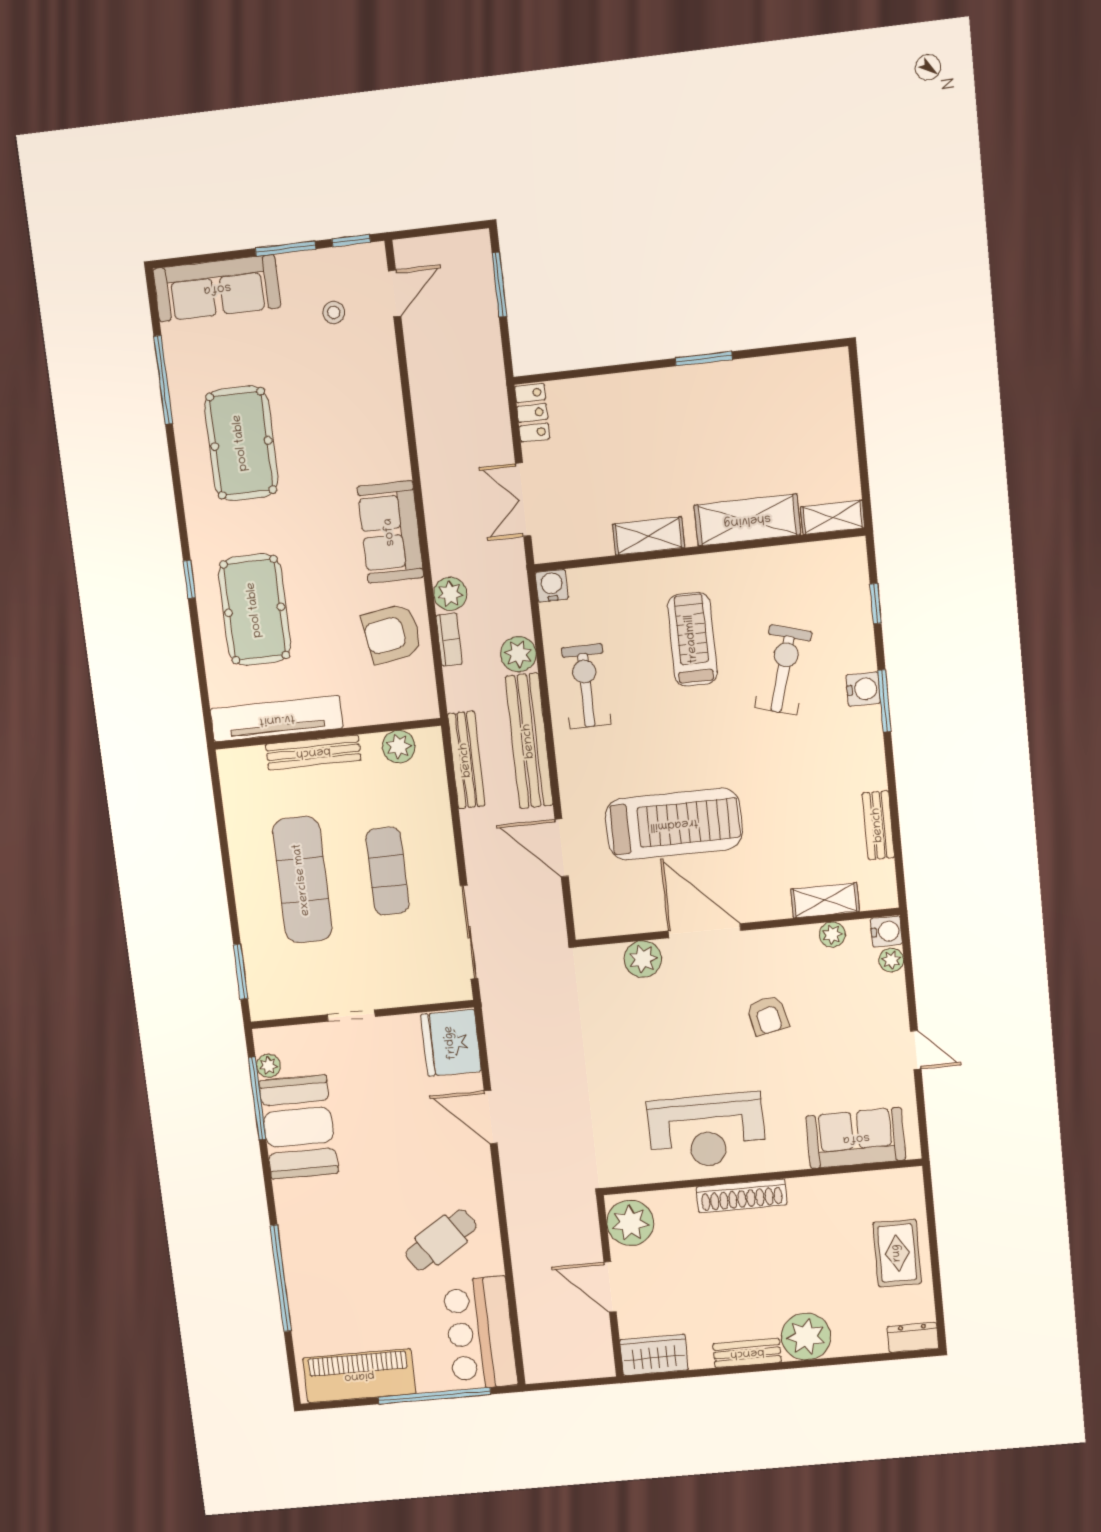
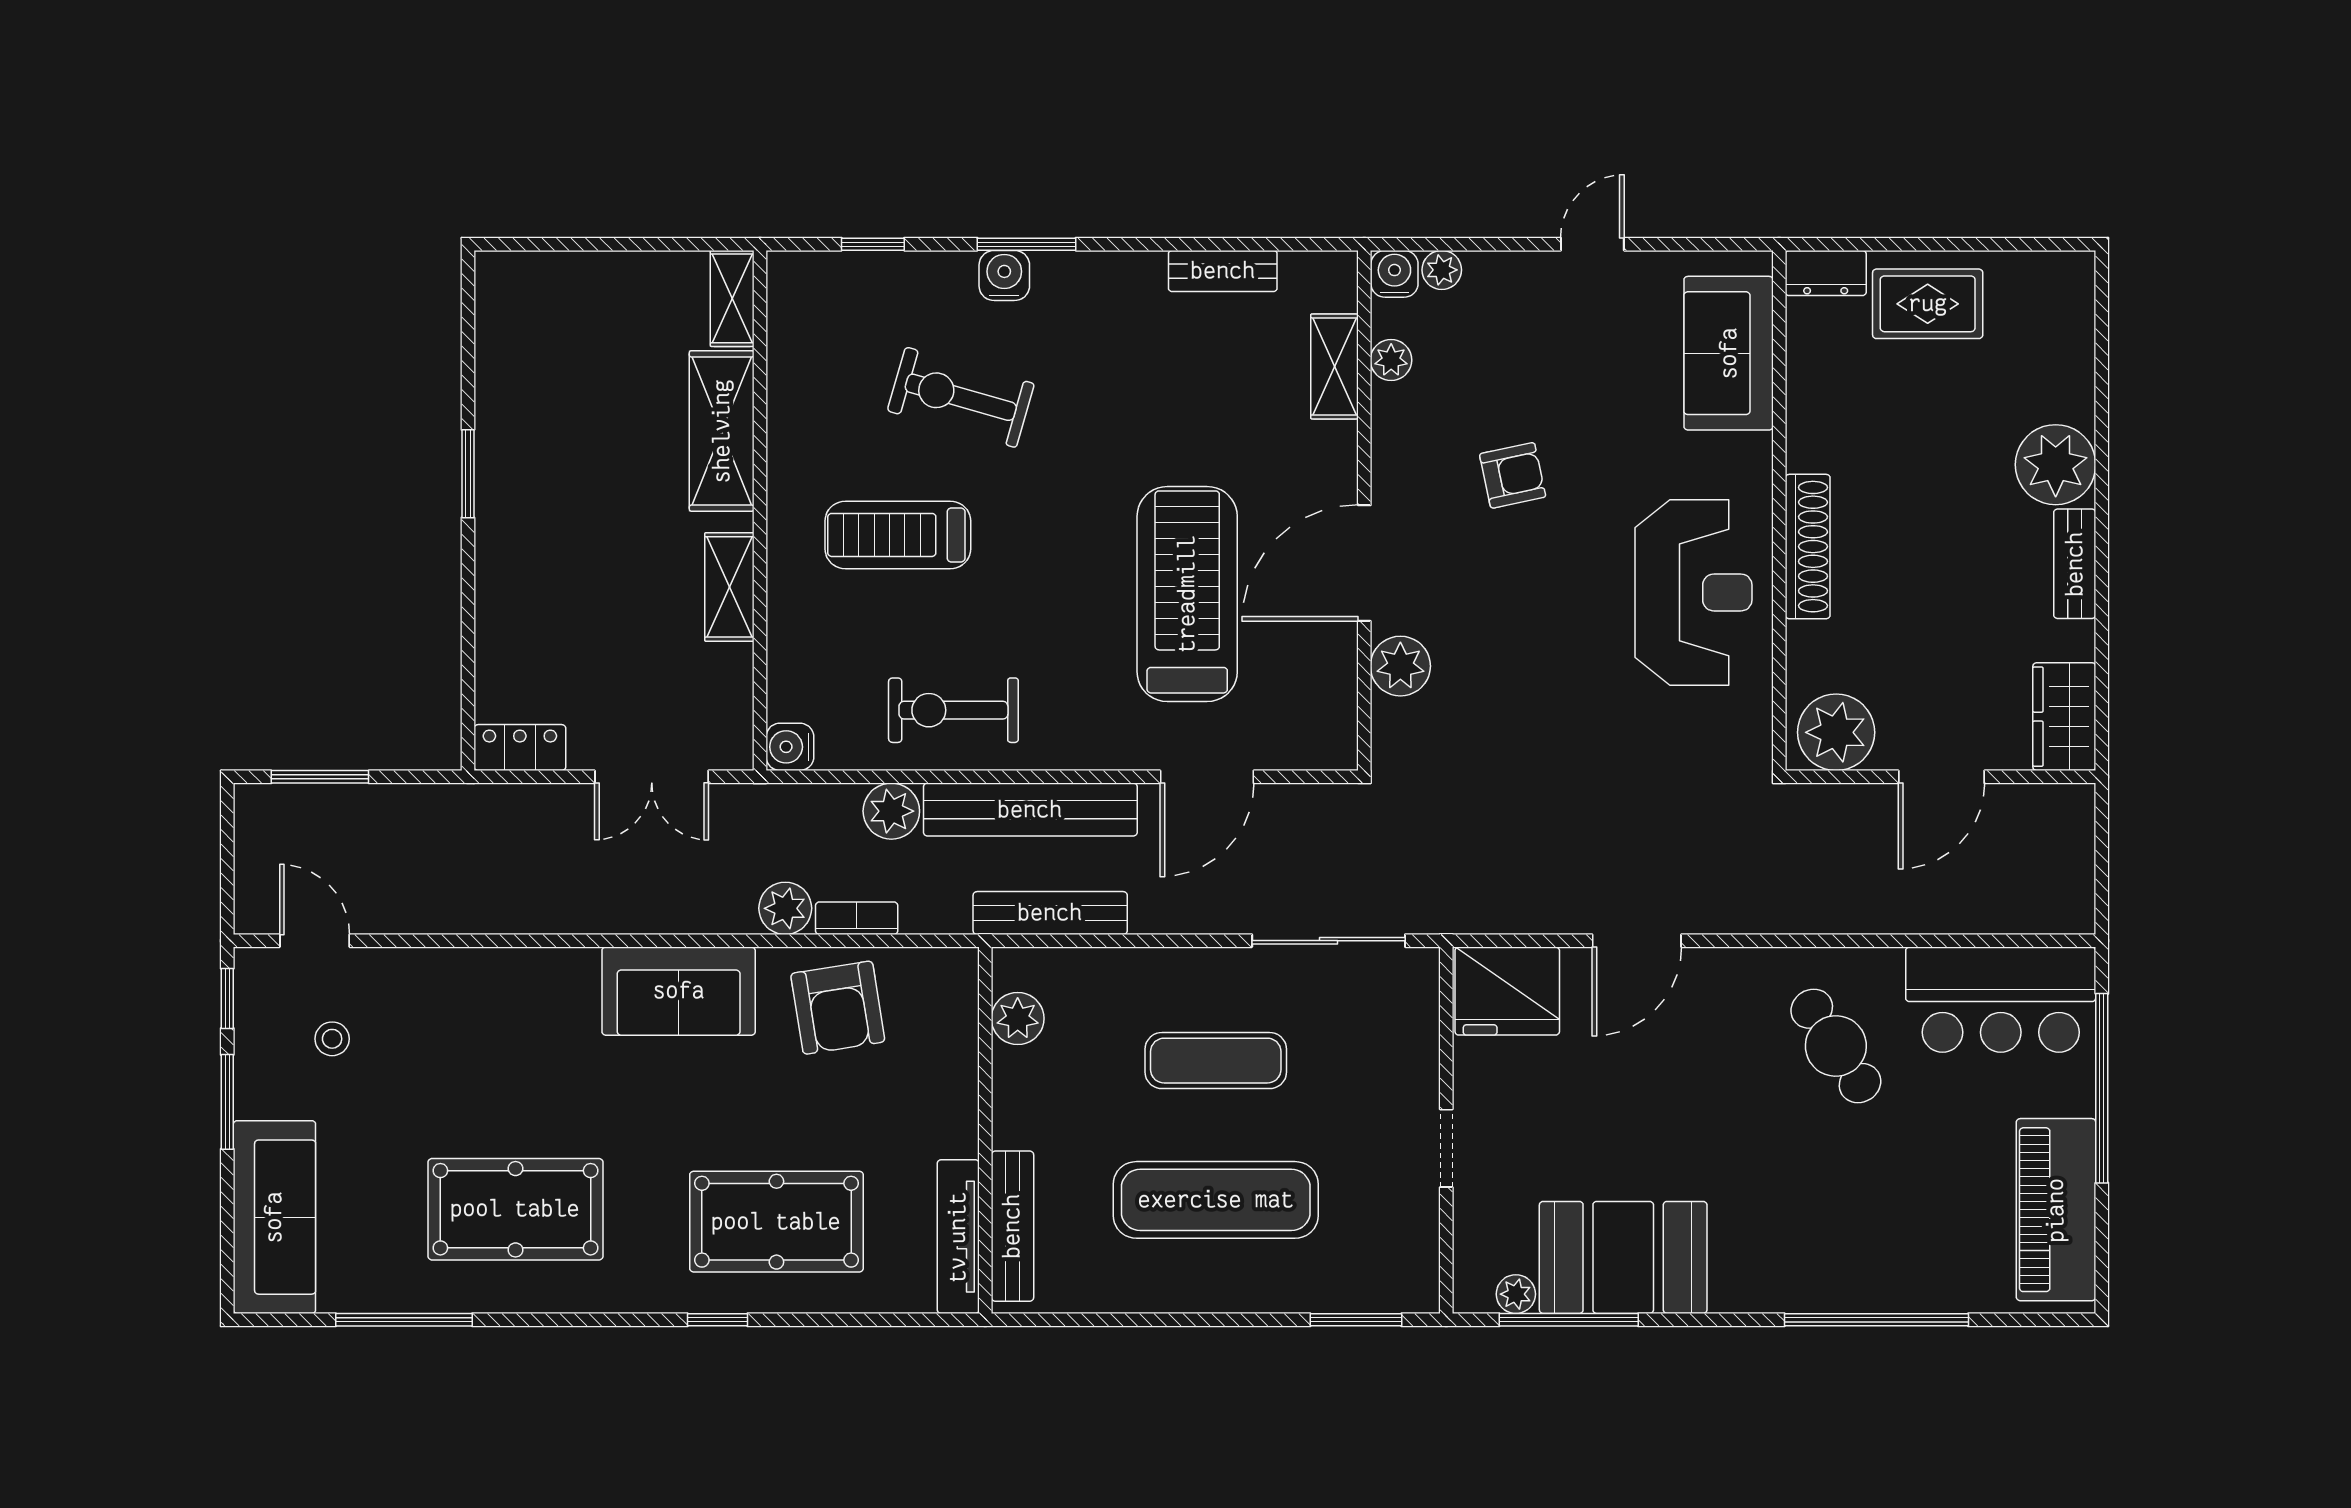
tv unit: (277, 719) -> (958, 1237), width x0.73, depth x0.78
bench: (313, 752) -> (1012, 1226), moved
dresser: (913, 1337) -> (1826, 273), moved, turned -90

